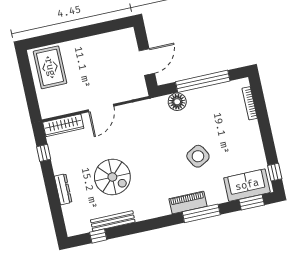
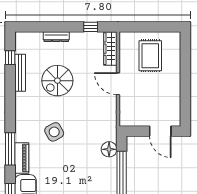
door: (147, 62) -> (160, 131), moved
rug: (50, 67) -> (150, 56), moved, turned 90
side table: (198, 156) -> (54, 132), moved
piano: (188, 203) -> (22, 158), moved

